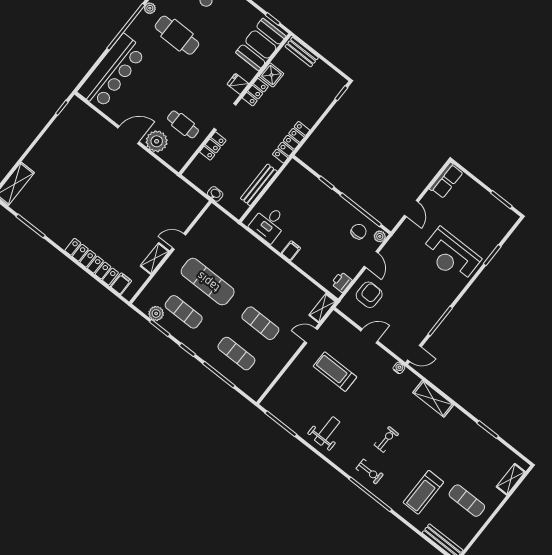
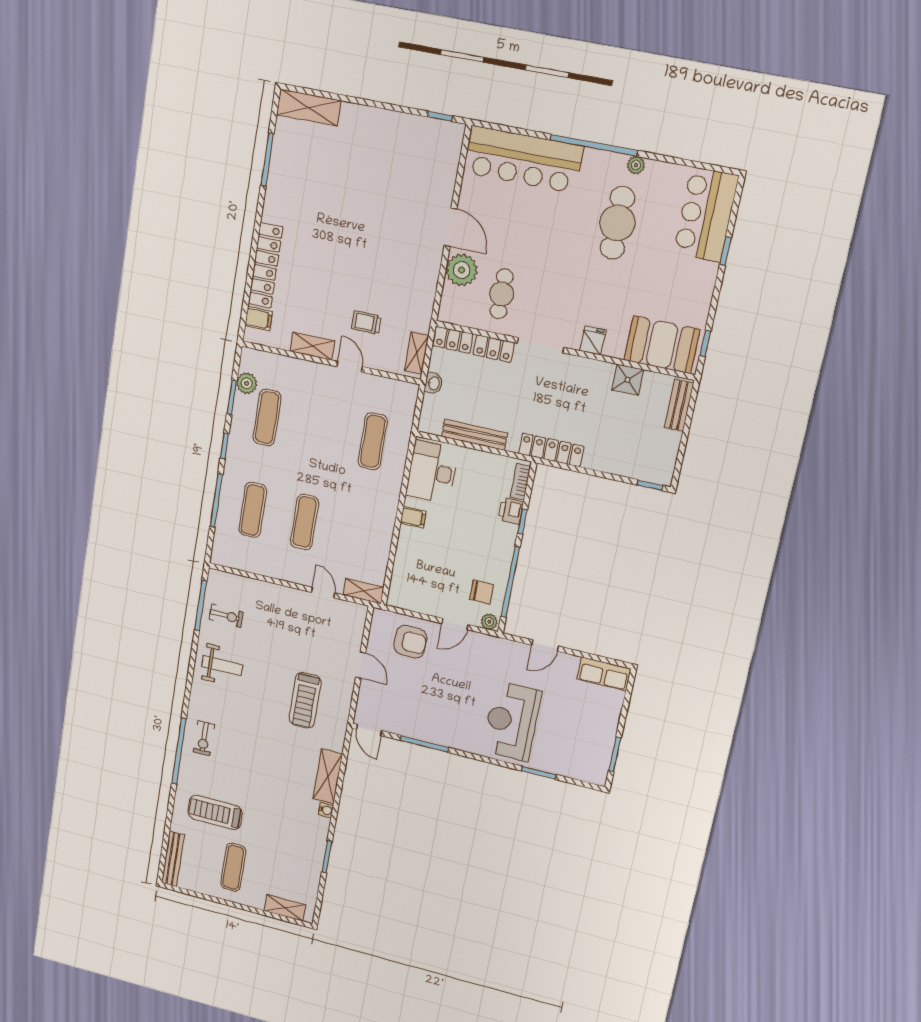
locker: (255, 92) -> (453, 340), moved
bookcase: (301, 171) -> (521, 482), added
shelving: (192, 195) -> (417, 353), added
trolley: (158, 217) -> (366, 323), added
desk: (269, 224) -> (432, 472), width x1.37
exercise mat: (208, 282) -> (373, 441), moved, width x0.73, depth x0.69
printer: (342, 282) -> (511, 511), moved, turned -90
water cooler: (399, 368) -> (326, 810), moved
treadmill: (335, 372) -> (305, 700), moved, turned 180
exercise bike: (386, 439) -> (226, 616), moved

